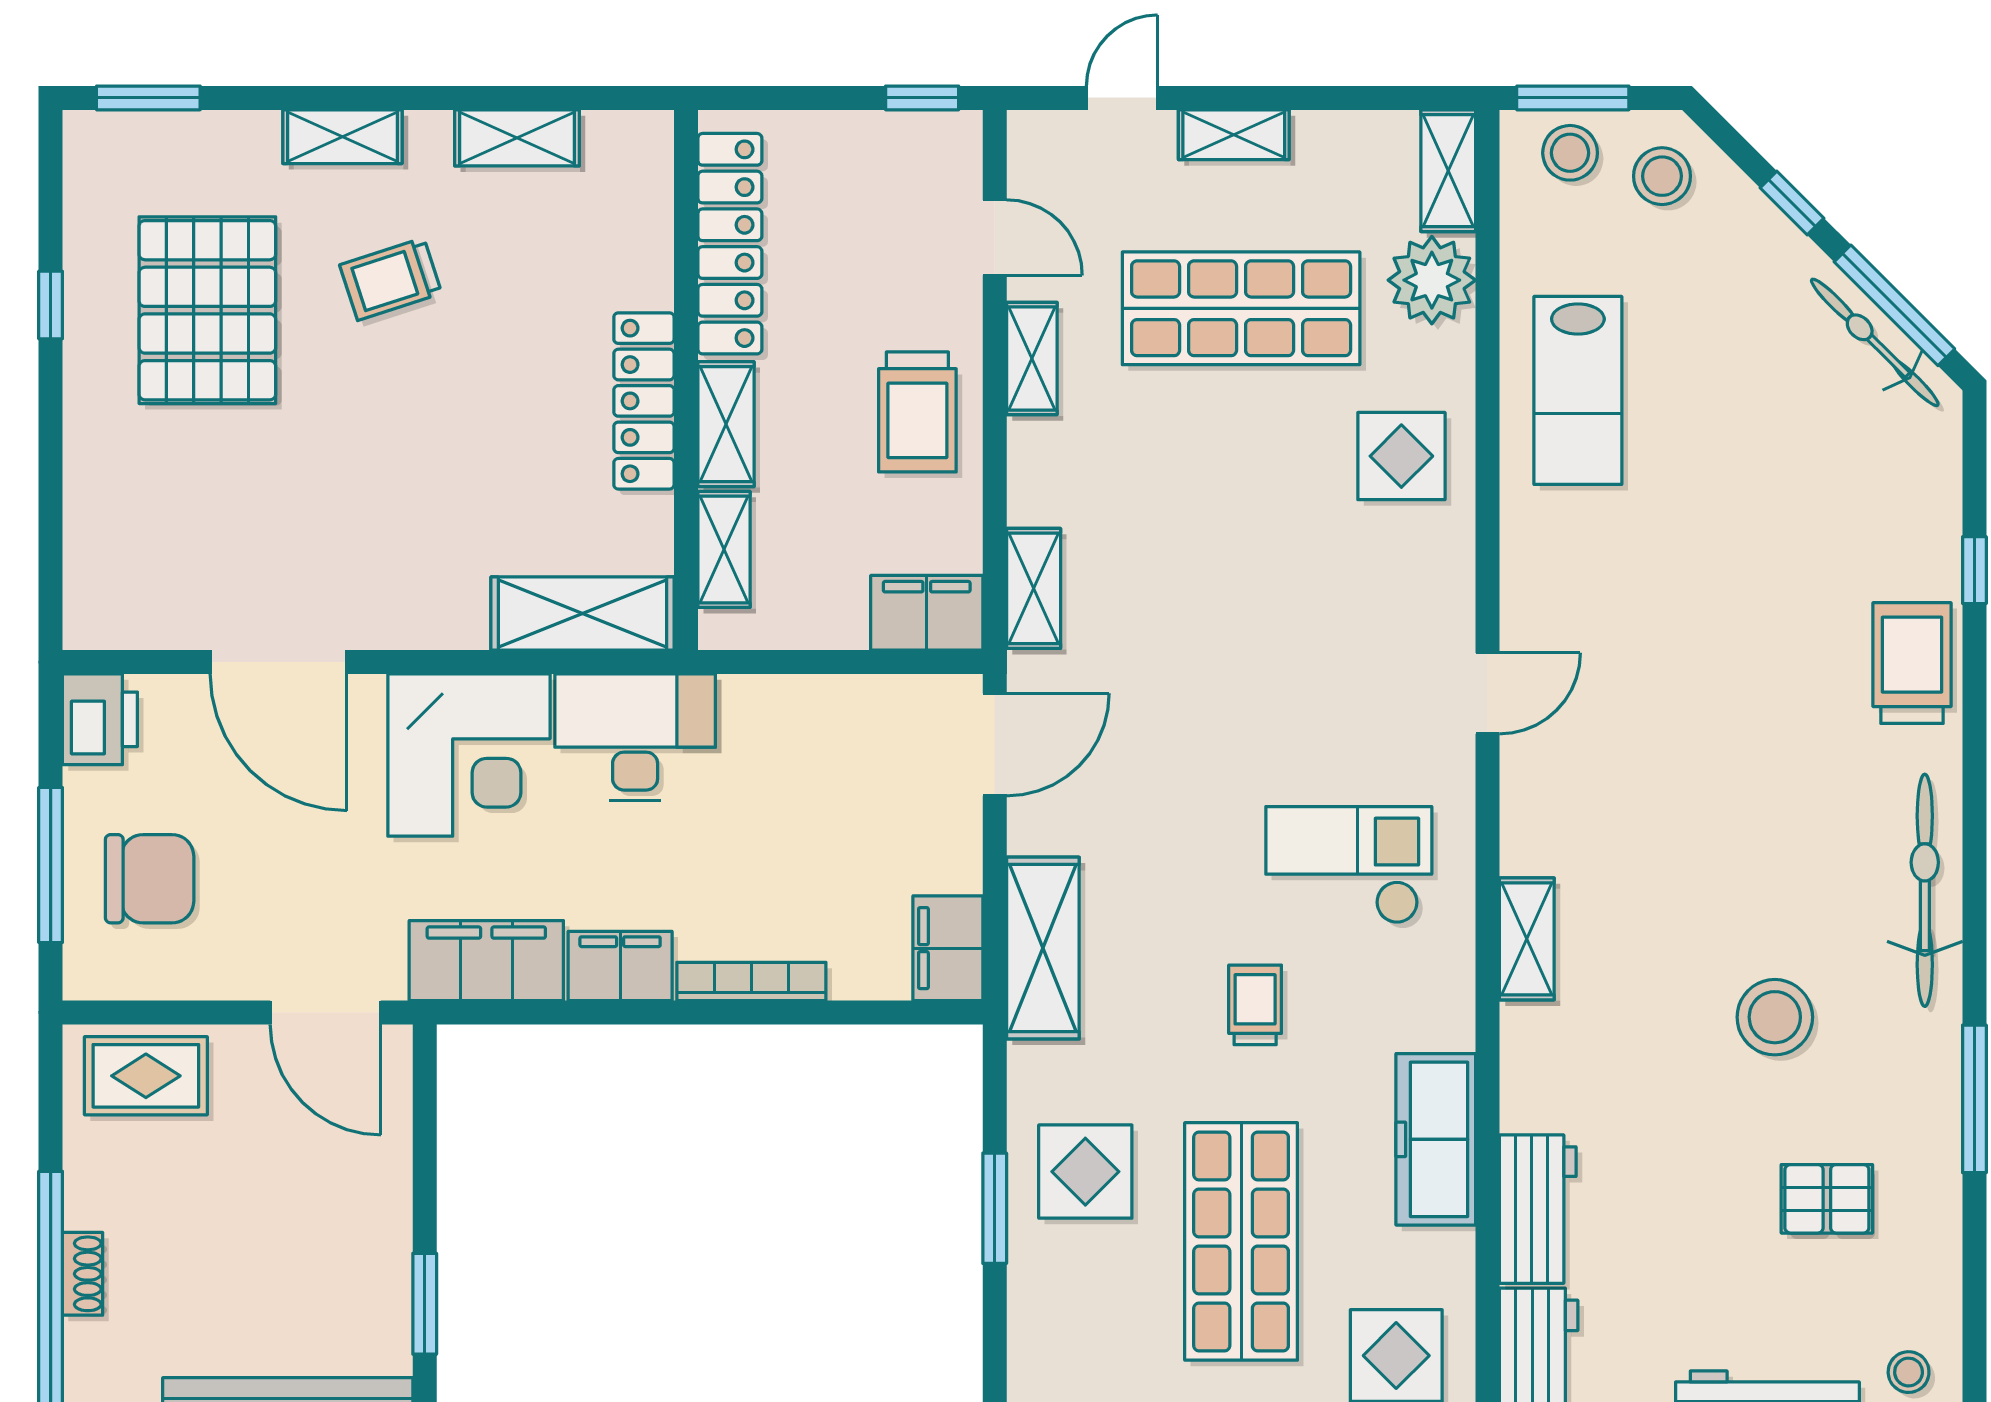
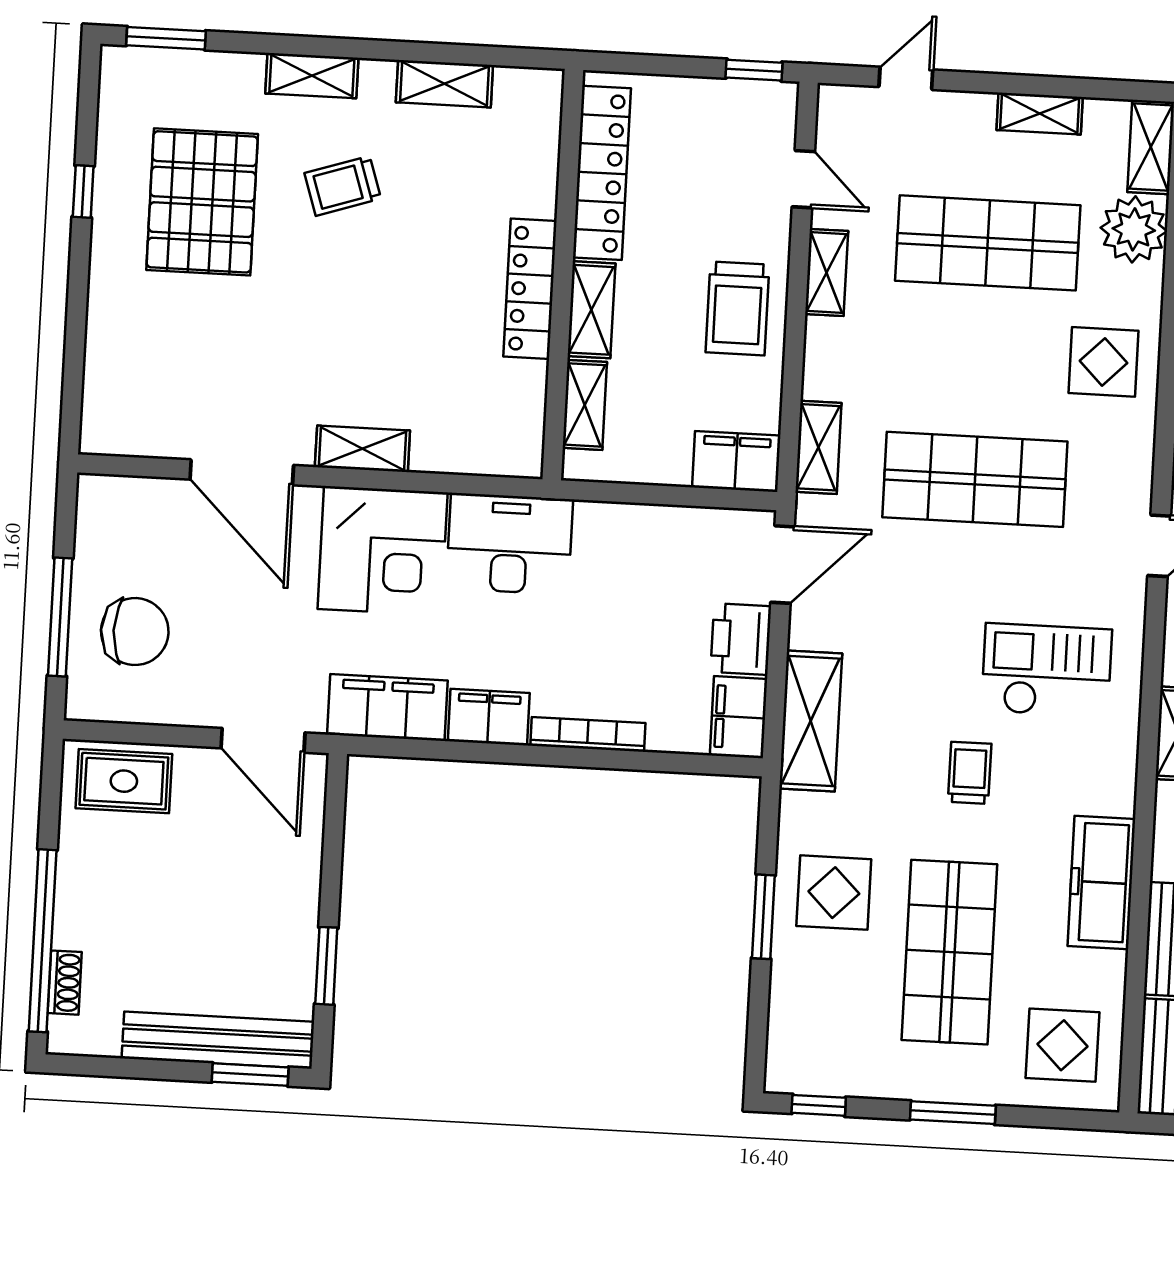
shelving: (1234, 135) -> (1040, 114), moved
shelving: (583, 614) -> (362, 449), moved, width x0.67, depth x0.75
shop shelf: (1241, 619) -> (975, 479), added
printer: (100, 719) -> (741, 639), moved, turned 180
shoe rack: (83, 1274) -> (65, 983), moved

